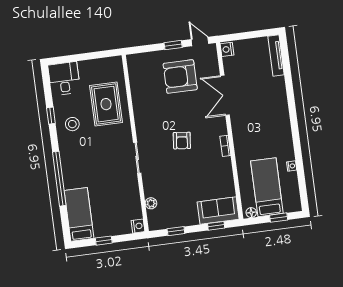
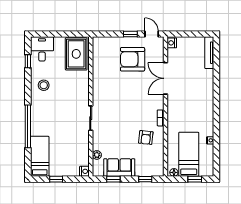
rug: (106, 104) -> (76, 54), moved
window: (51, 116) -> (28, 61), moved
armchair: (182, 141) -> (146, 137), moved
sofa: (218, 211) -> (119, 168), moved

